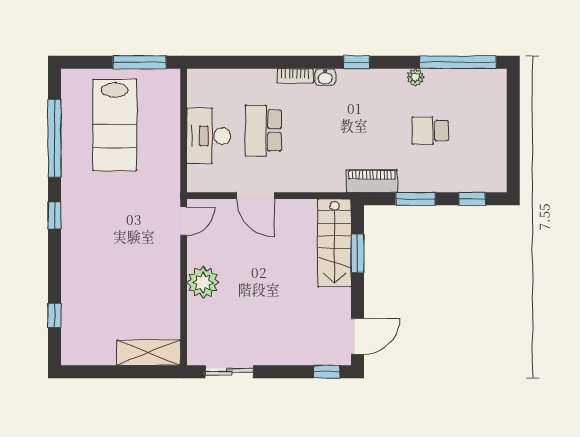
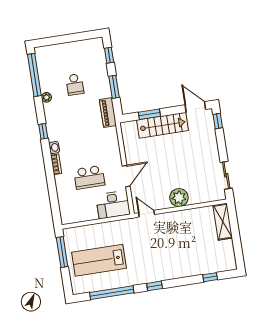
lab bench: (115, 125) -> (99, 260), turned 180
desk: (209, 136) -> (113, 205), moved
stairs: (334, 243) -> (163, 125), moved

